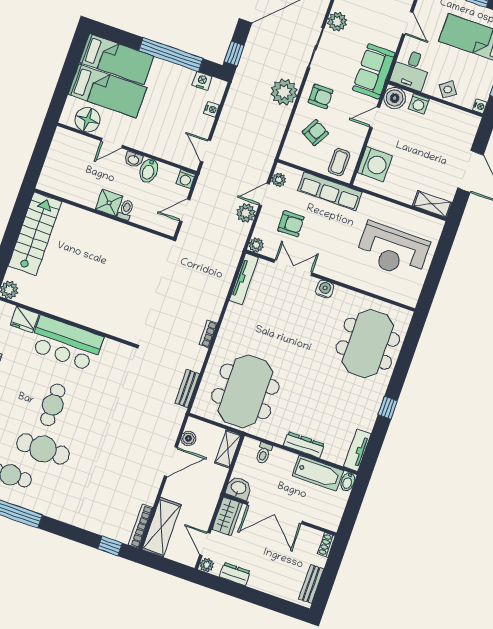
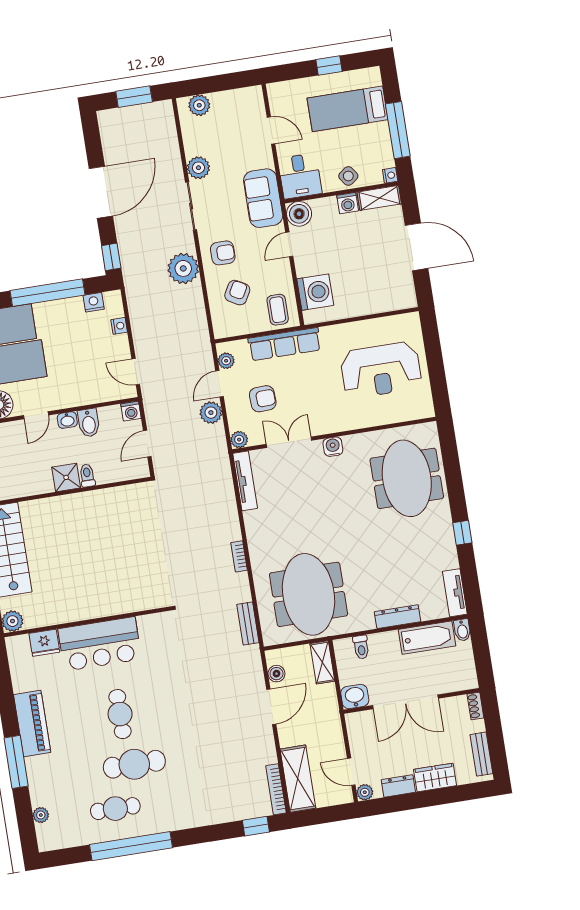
washing machine: (419, 104) -> (348, 203), moved
shelving: (432, 204) -> (379, 198), moved
wardrobe: (227, 516) -> (435, 777), moved, turned -90

